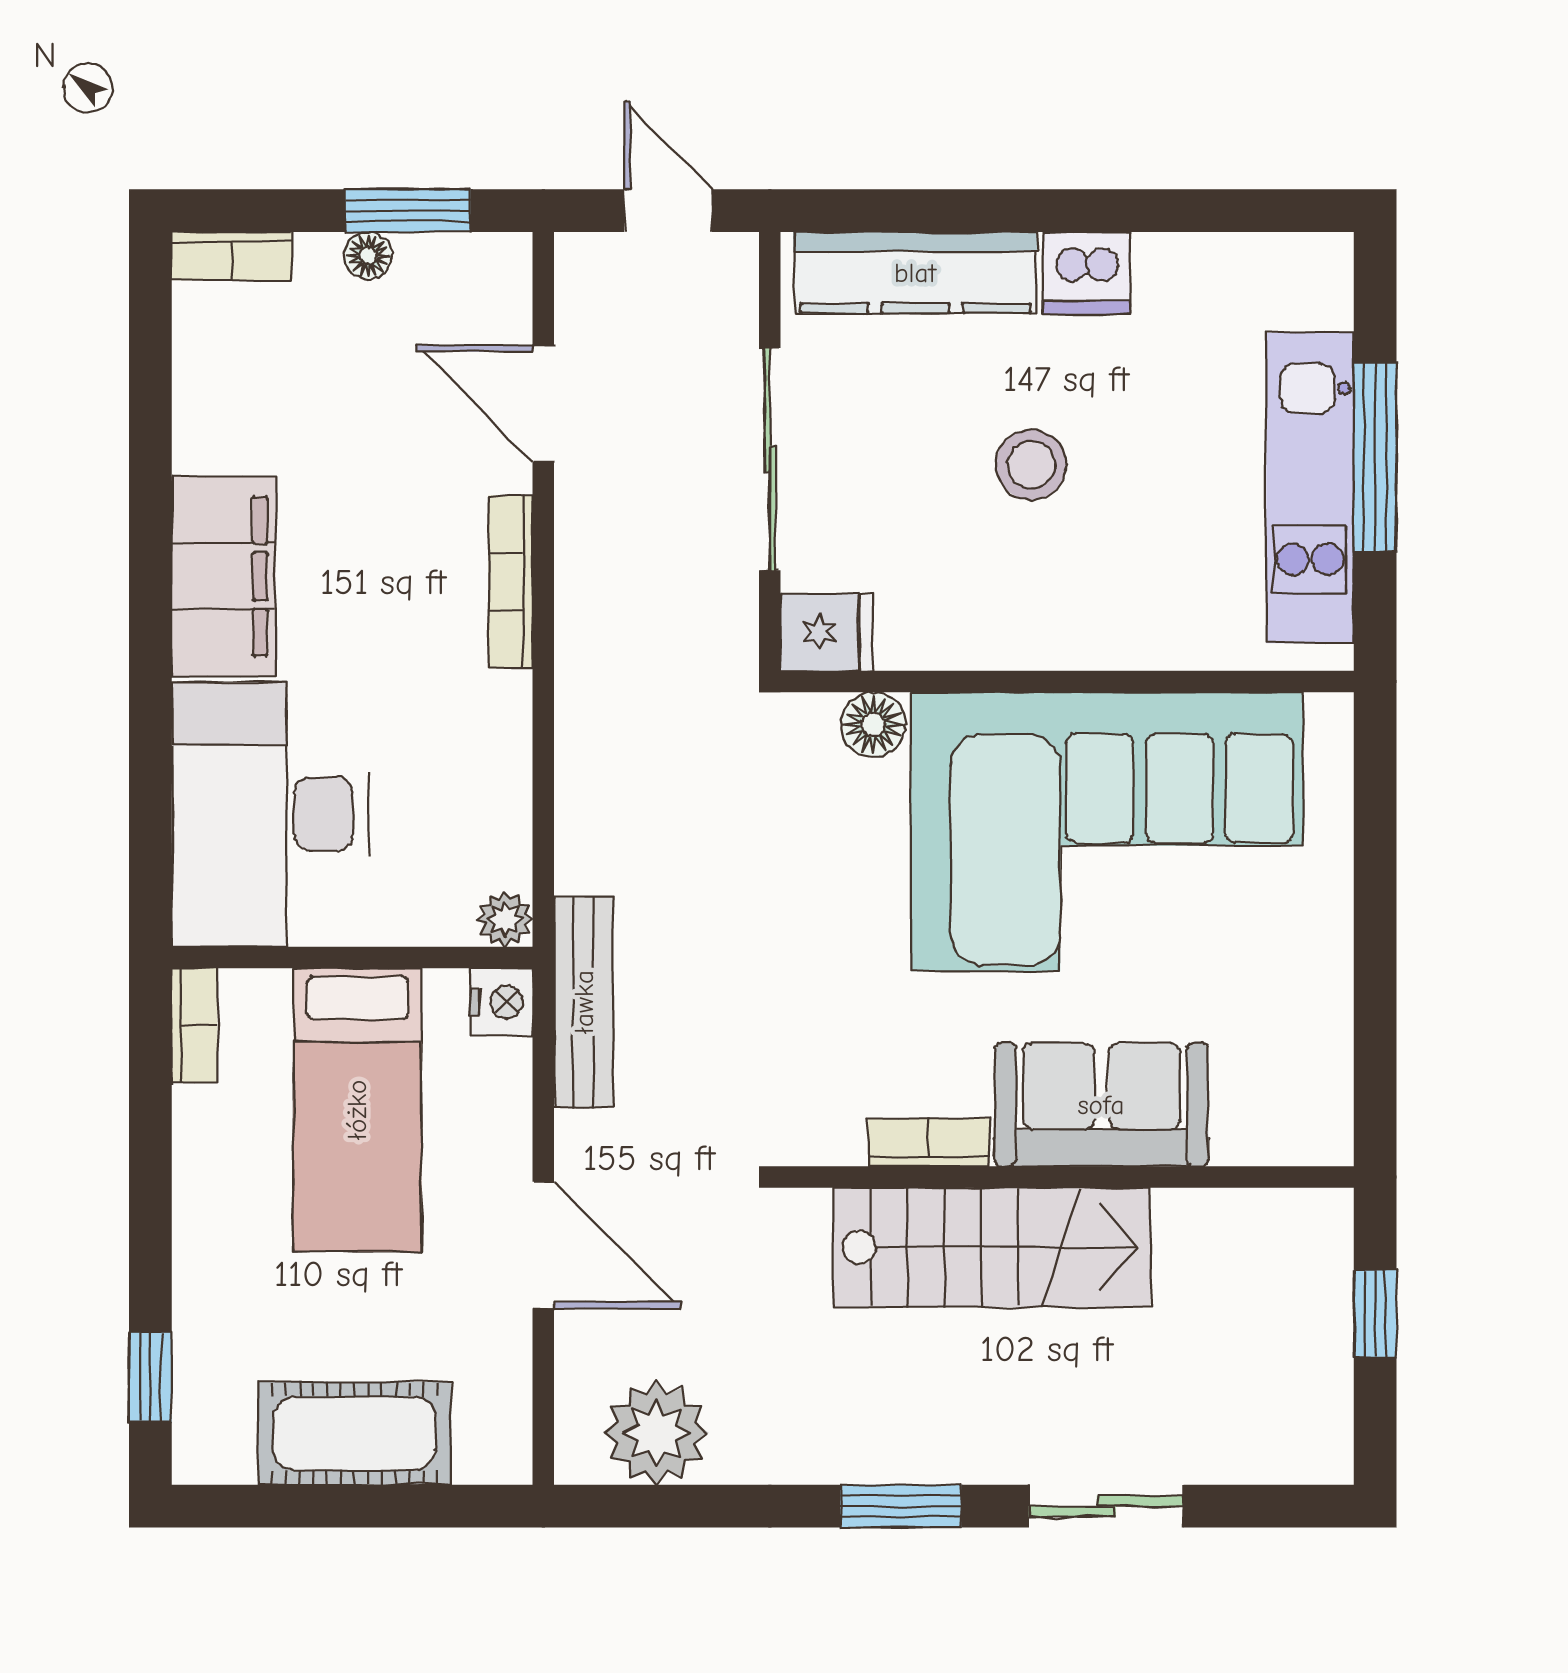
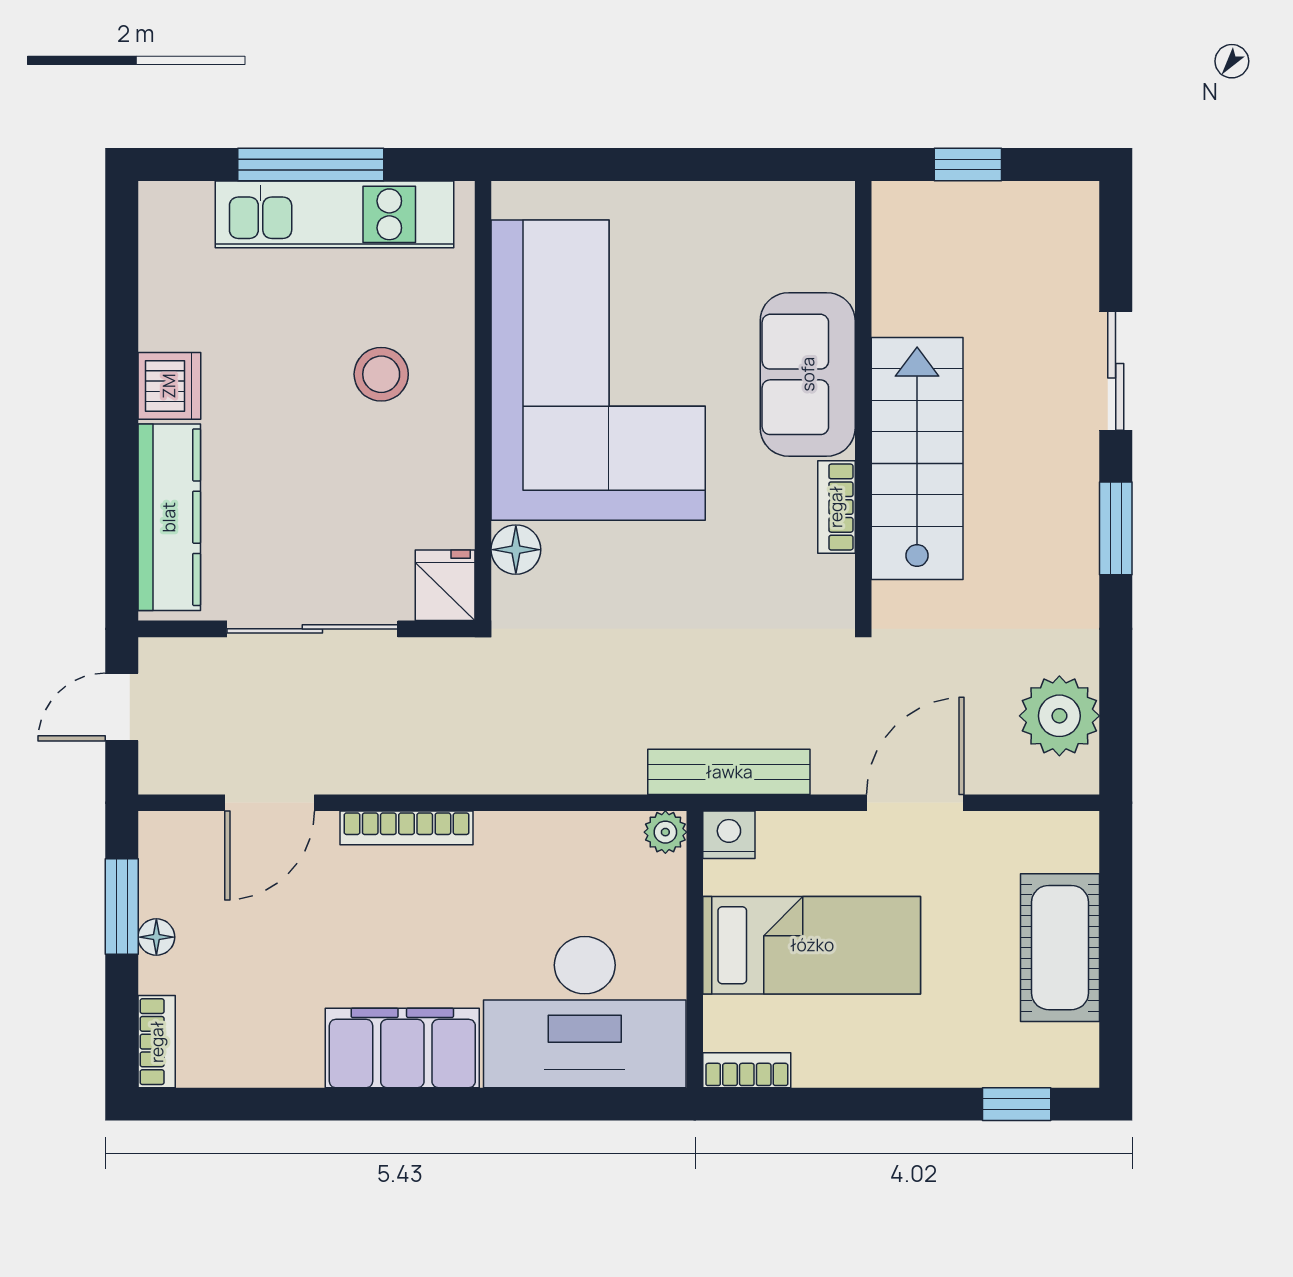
stool: (1031, 465) -> (381, 374), moved

